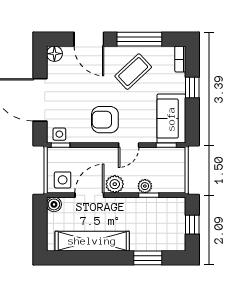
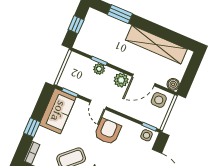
armchair: (105, 120) -> (108, 131), turned -90
door: (129, 145) -> (98, 105), swing flipped

